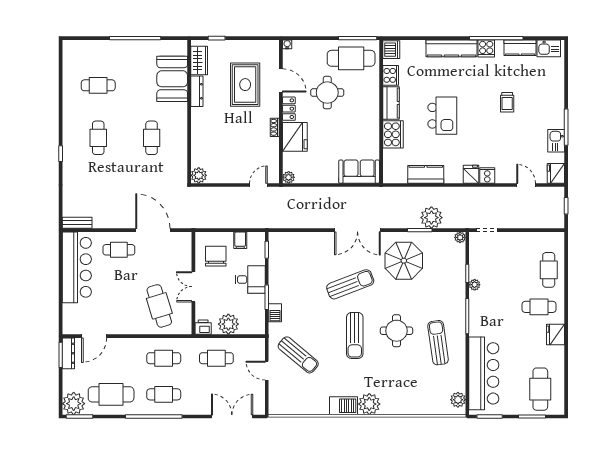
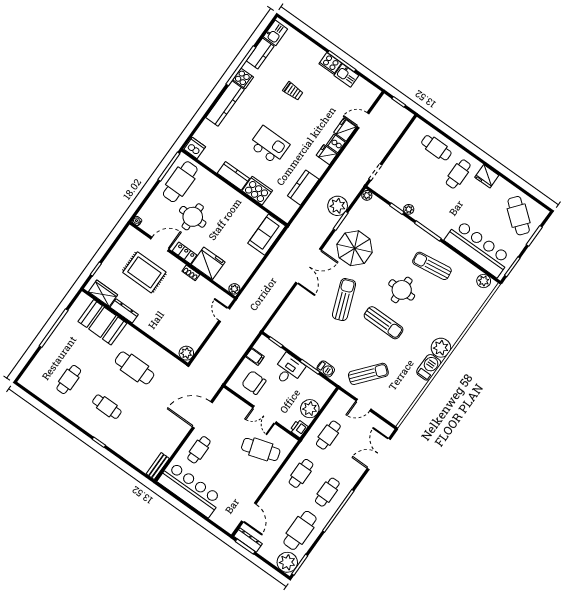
cooker: (391, 75) -> (330, 63), moved, turned 180
cafe table: (152, 138) -> (135, 368), width x1.37, depth x1.35
fridge: (556, 173) -> (345, 130), moved, turned 90
cafe table: (540, 389) -> (519, 216), turned 39

